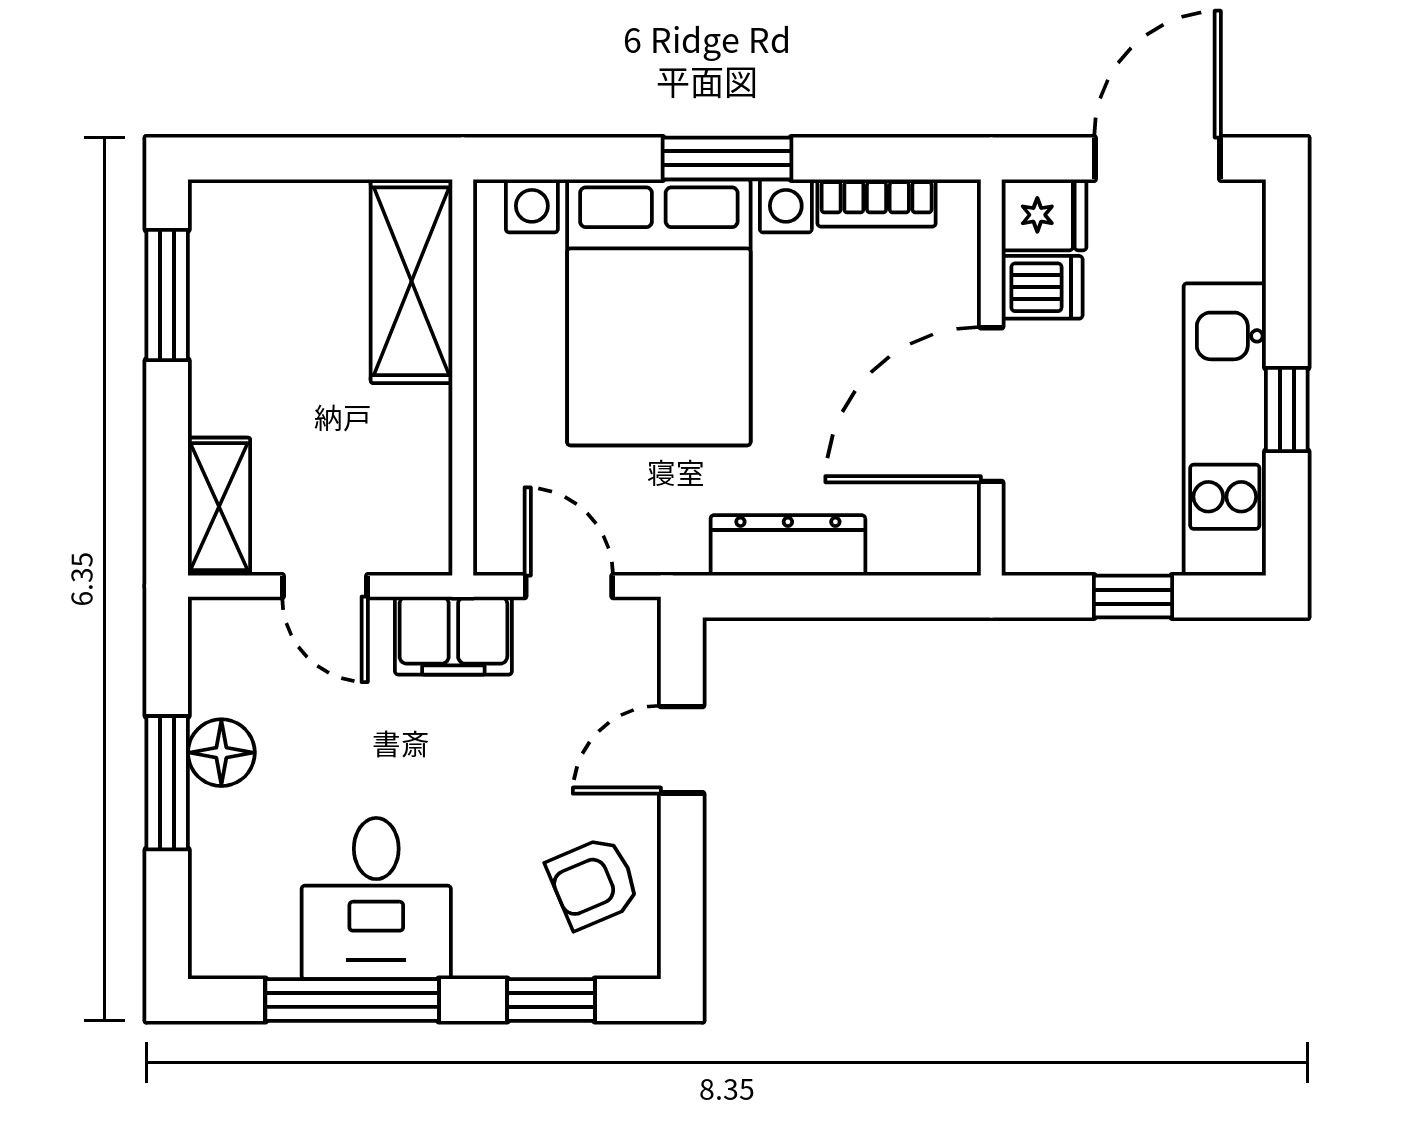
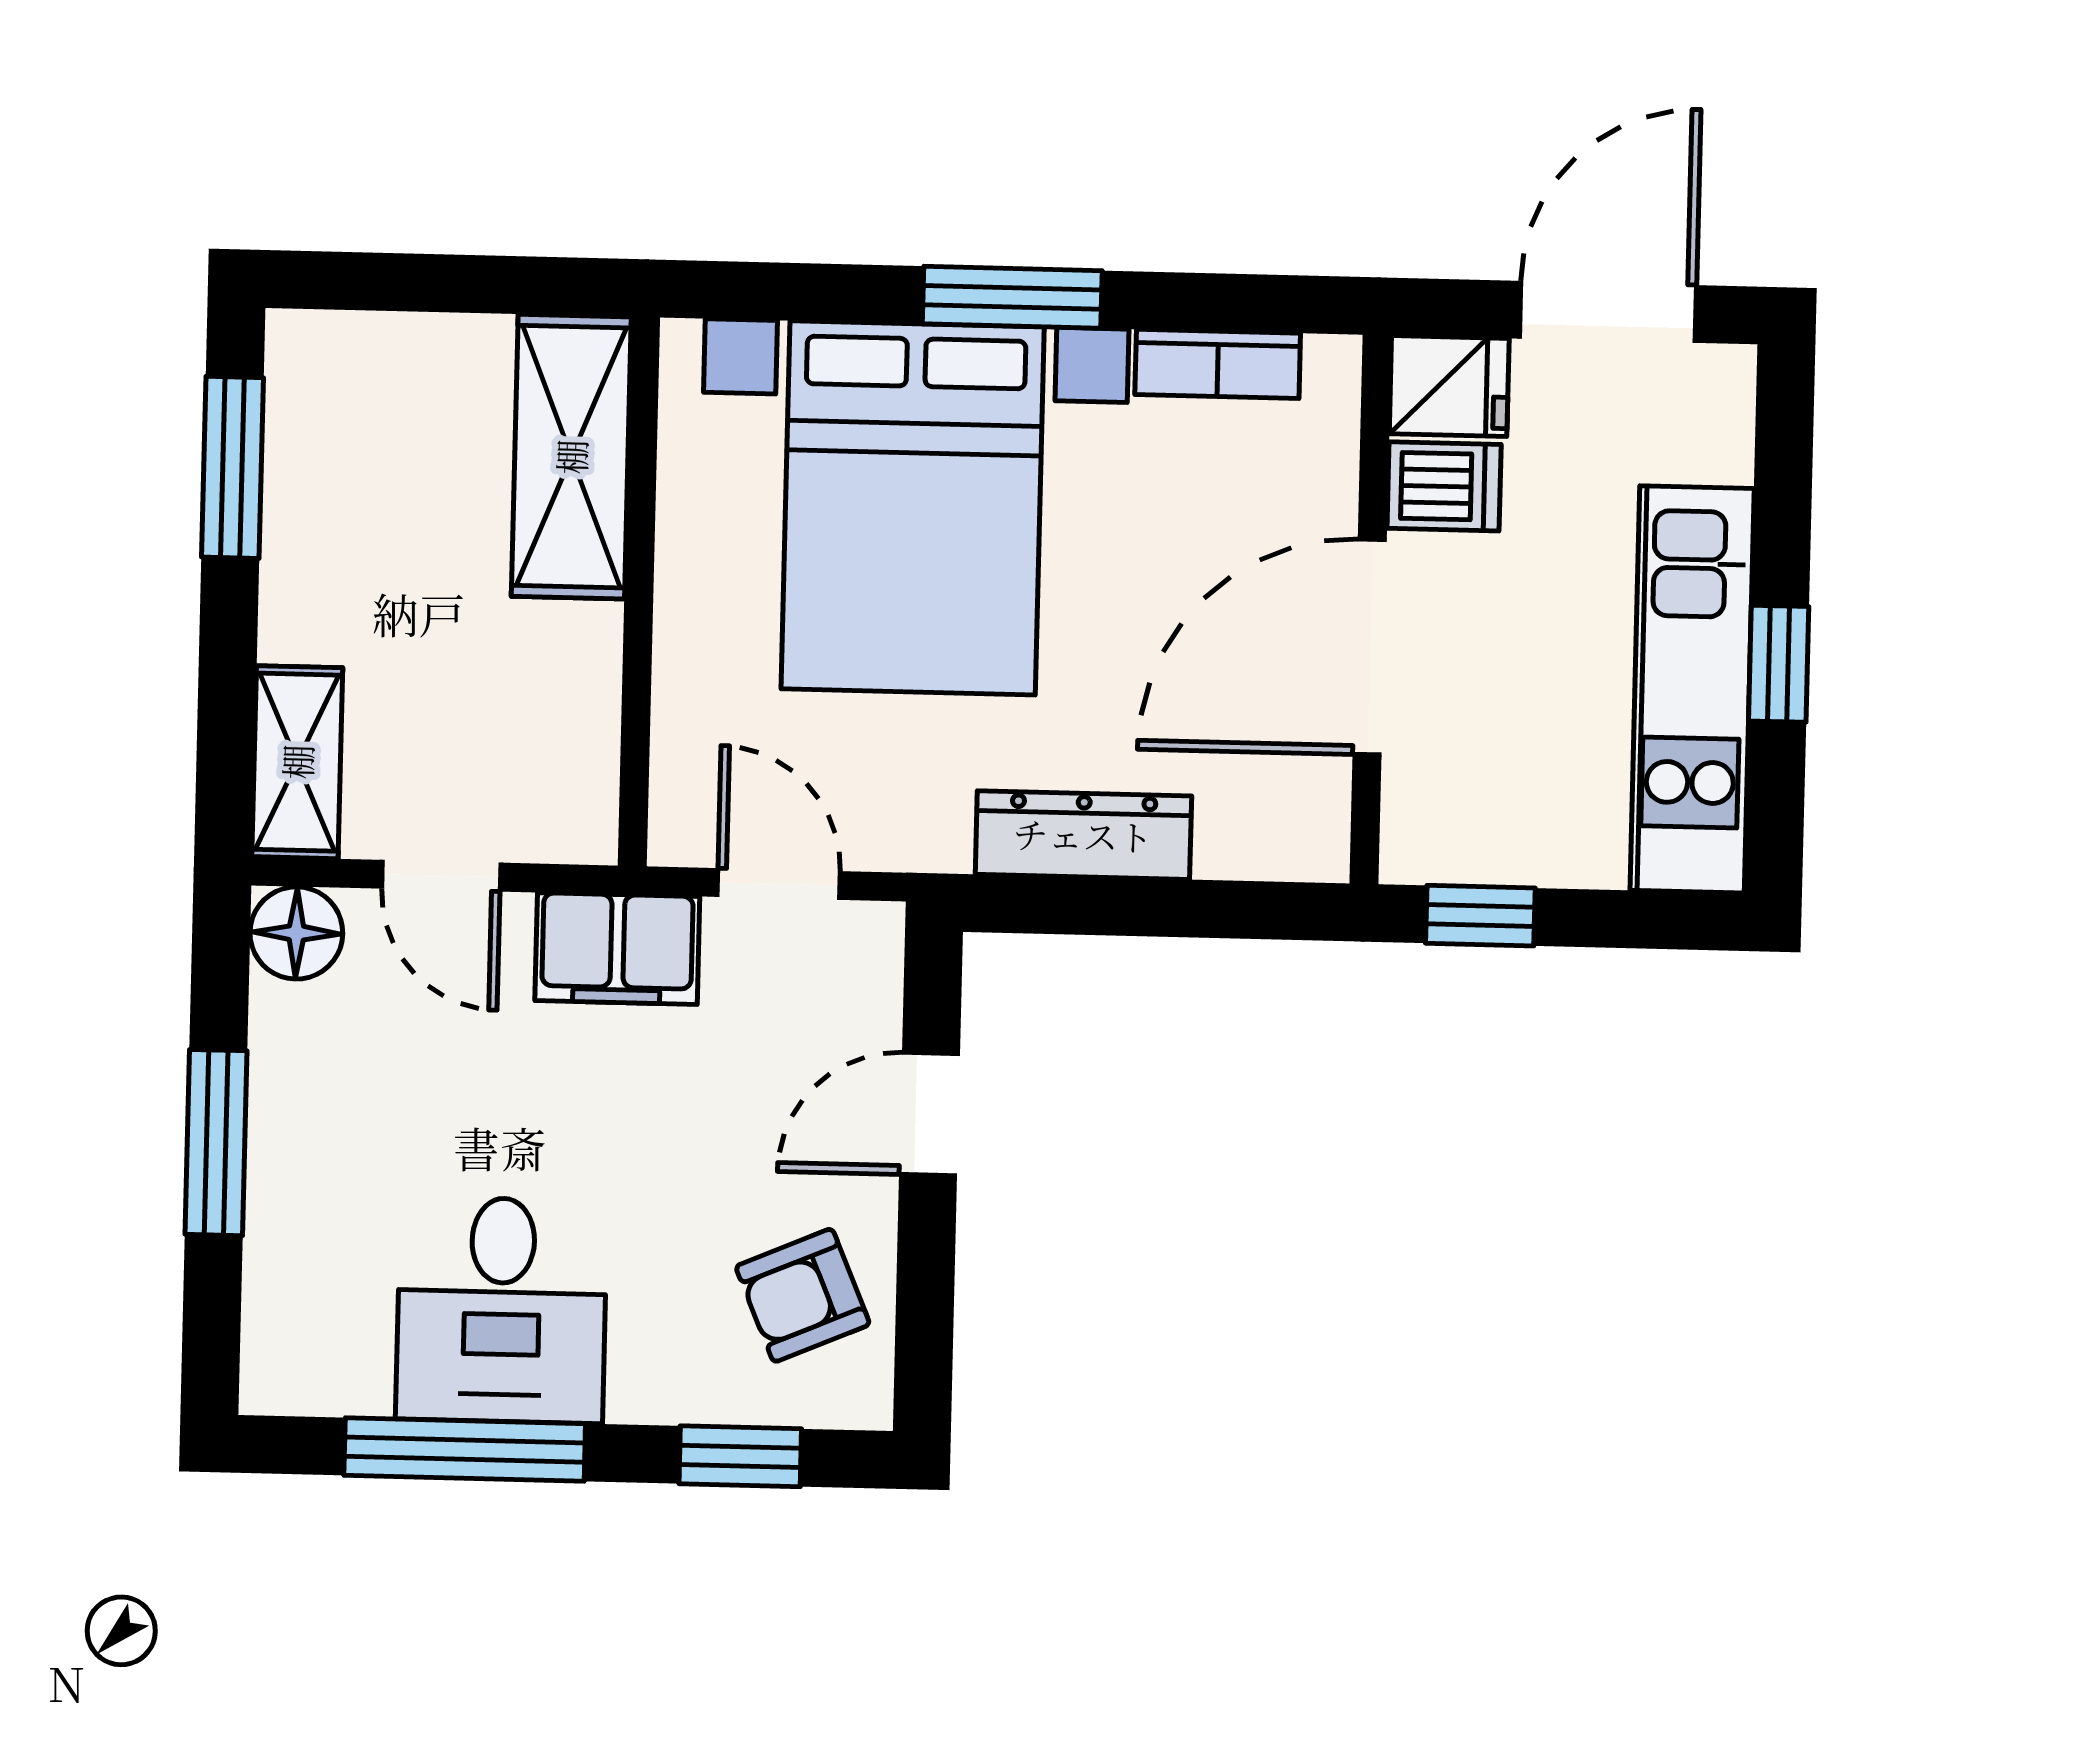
window: (1133, 597) -> (1480, 916), moved
floor lamp: (221, 753) -> (296, 933), moved

